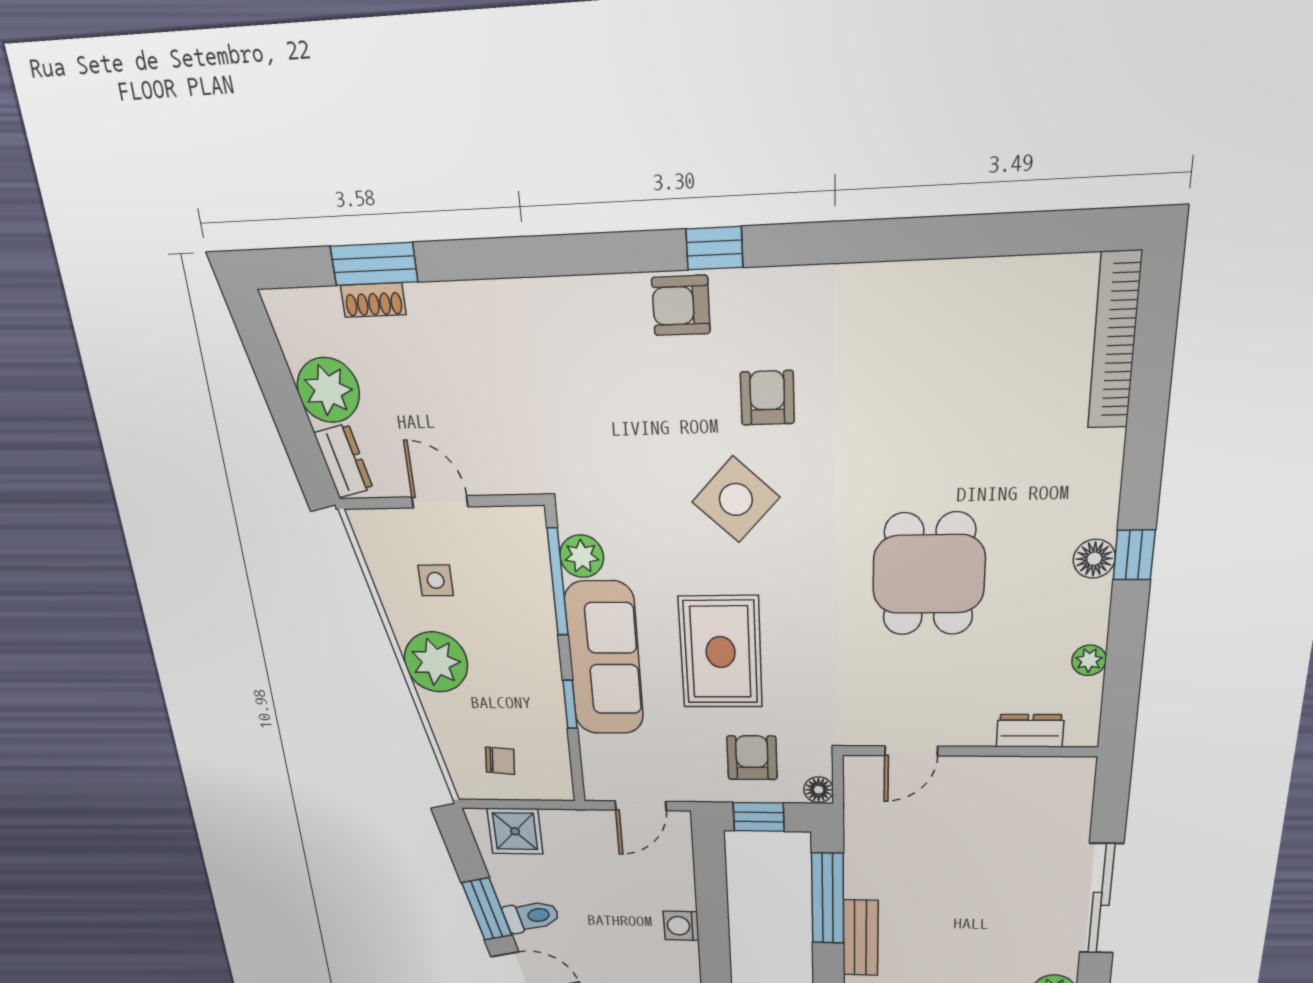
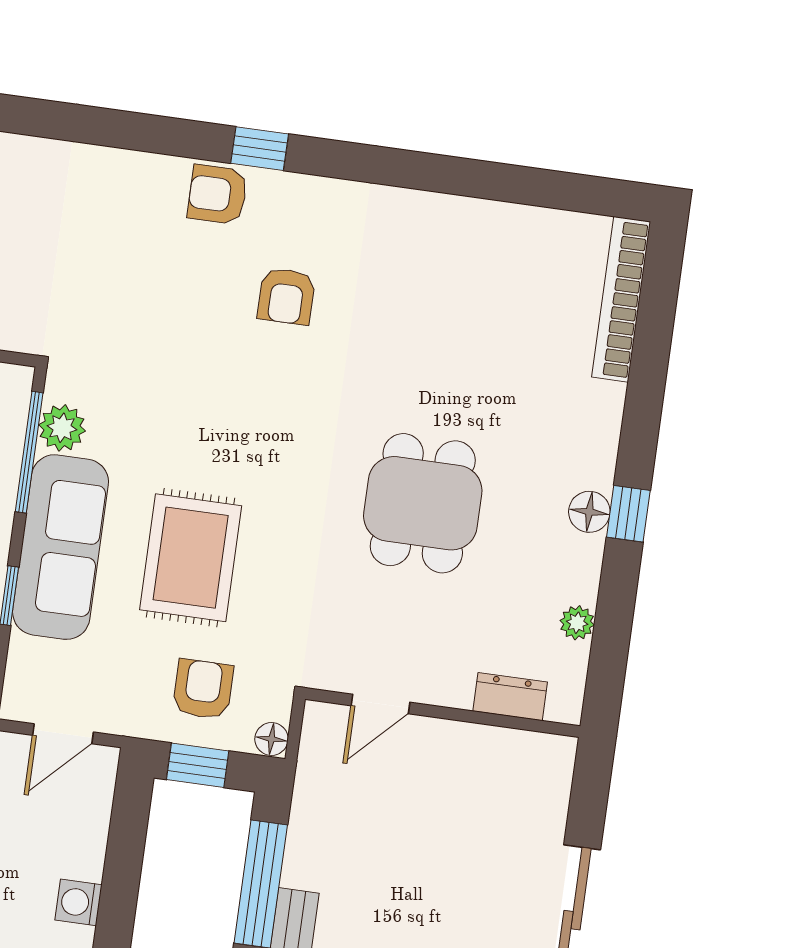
armchair: (767, 398) -> (286, 296), turned 180
side table: (736, 499) -> (237, 393), removed

